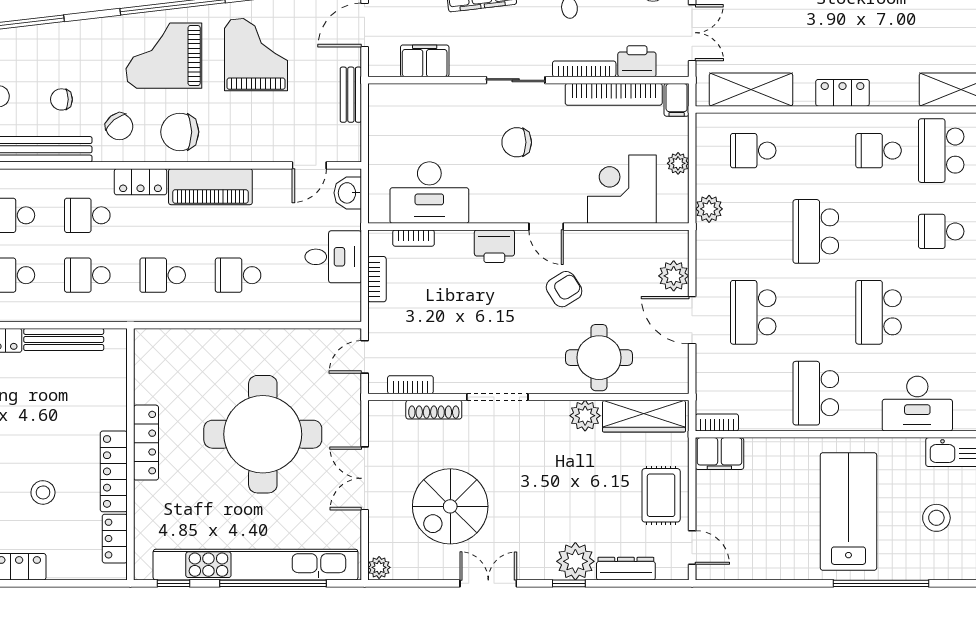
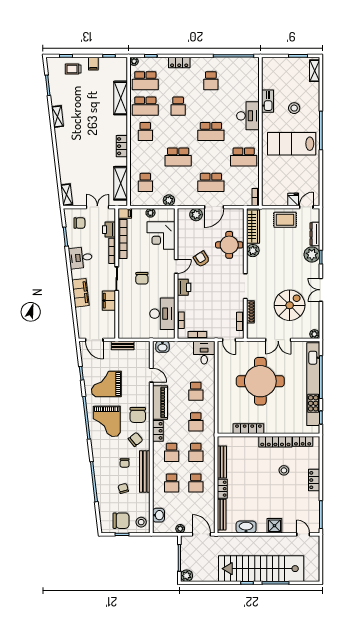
filing cabinet: (425, 61) -> (109, 301), moved
door: (309, 165) -> (151, 375), moved
desk: (333, 257) -> (204, 353), moved
locker: (146, 443) -> (248, 429), moved
filing cabinet: (719, 454) -> (268, 196), removed
spiral stairs: (450, 506) -> (290, 305), turned -90
fridge: (711, 515) -> (293, 200), added

